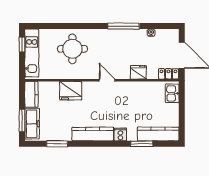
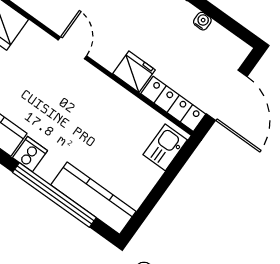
locker: (168, 74) -> (173, 104), width x1.53
window: (142, 144) -> (54, 195), width x2.11

